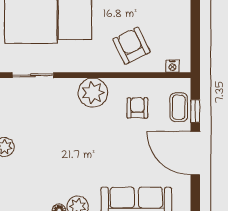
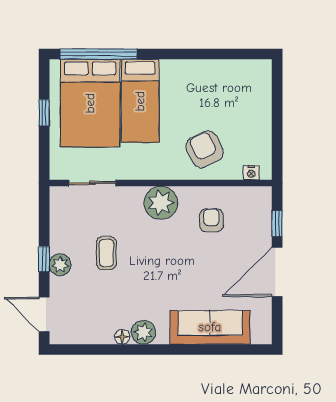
coffee table: (179, 107) -> (106, 253), moved
door: (195, 153) -> (277, 272), hinge flipped

